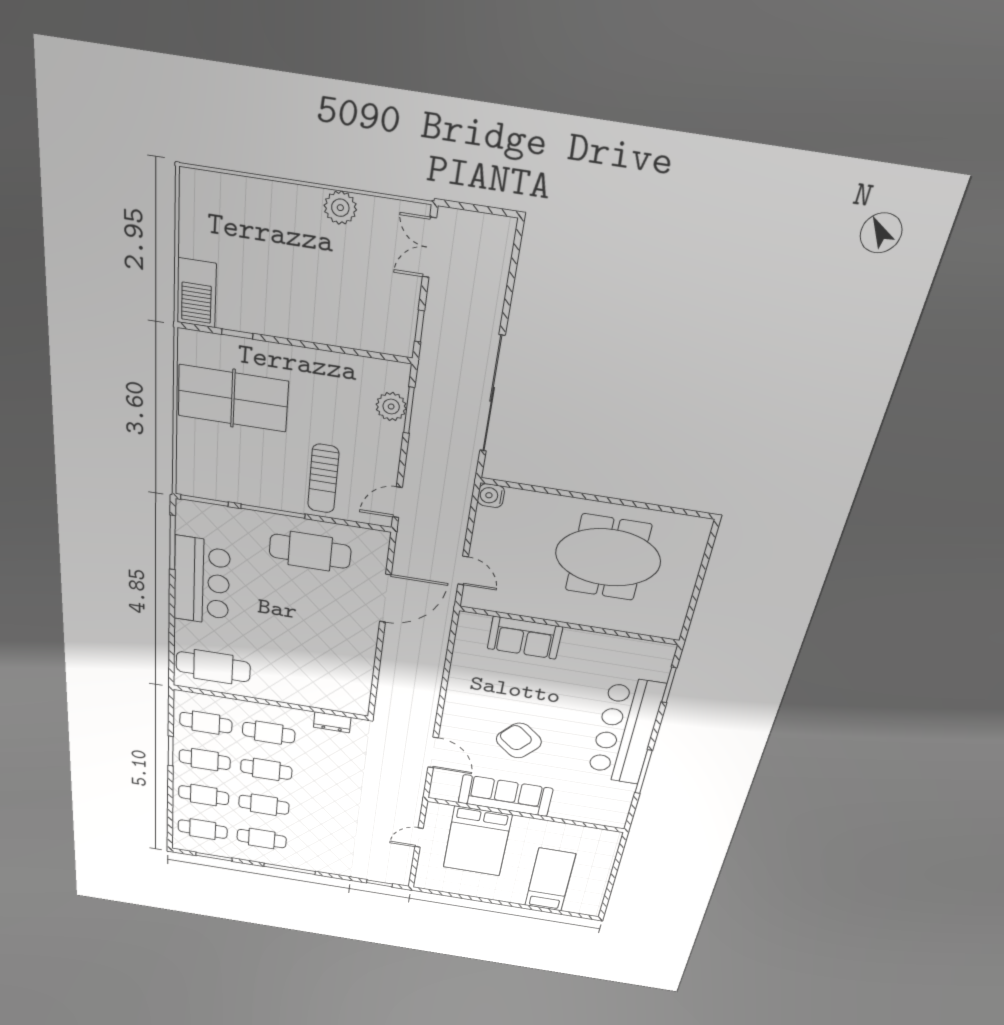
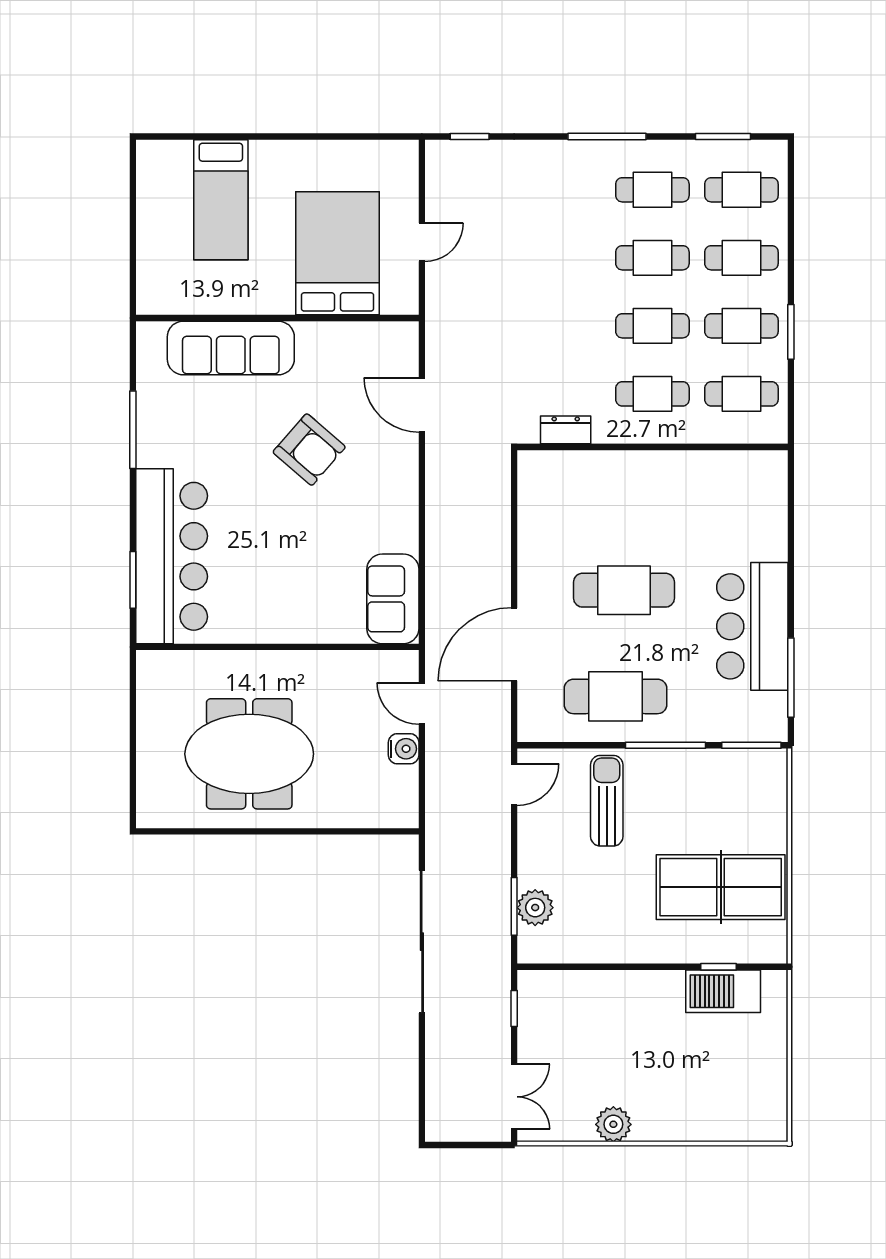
barbecue: (196, 293) -> (723, 991), moved, turned -90
water cooler: (491, 496) -> (404, 749), moved
sofa: (525, 638) -> (393, 599), moved, turned -90
cafe table: (213, 667) -> (624, 590), moved
bar counter: (626, 731) -> (172, 556), moved
sofa: (505, 796) -> (231, 348), moved

